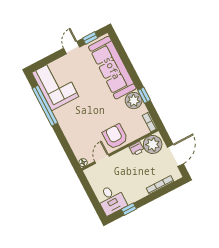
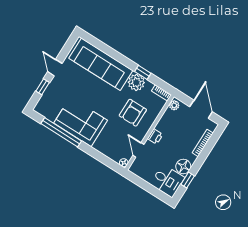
window: (90, 38) -> (43, 87), moved
corner sofa: (55, 84) -> (81, 122), moved
armchair: (115, 137) -> (133, 113), moved, turned -90
plant: (153, 144) -> (174, 105), width x0.53, depth x0.53
printer: (137, 149) -> (155, 136), moved
floor lamp: (132, 195) -> (183, 166), added

